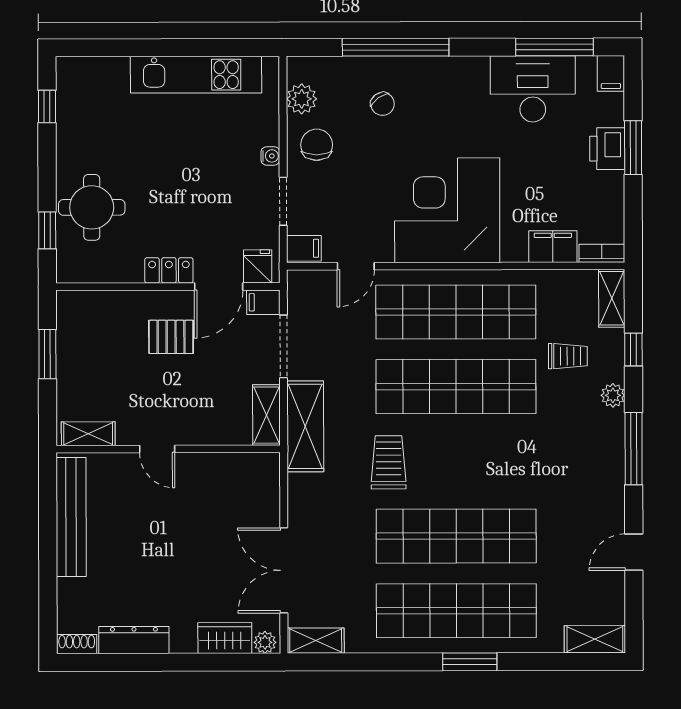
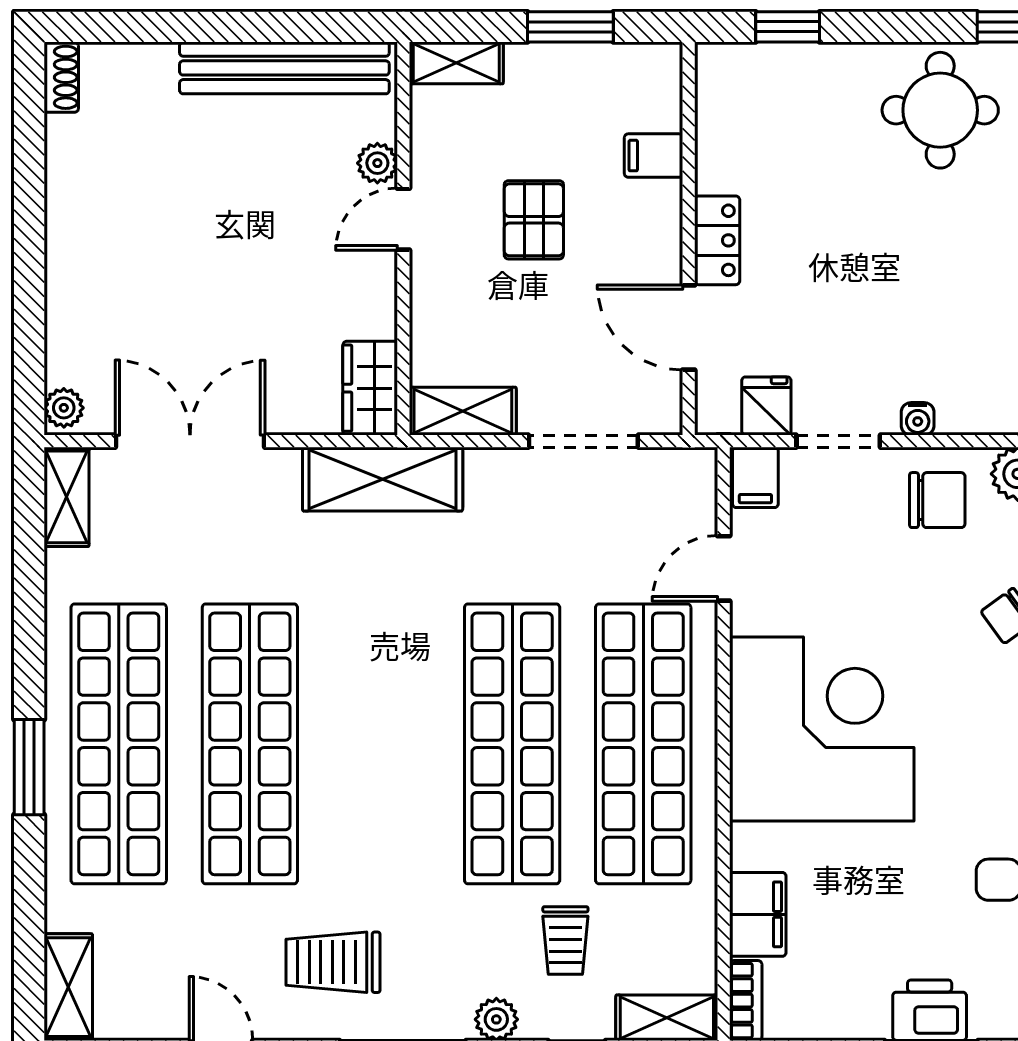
round table: (92, 207) -> (940, 110), moved
fridge: (258, 266) -> (766, 406), moved, turned -90
door: (356, 266) -> (724, 568), hinge flipped
filing cabinet: (263, 302) -> (654, 156), moved, turned -90
pallet: (171, 337) -> (534, 220), moved
shelving: (305, 426) -> (383, 479), moved
shelving: (88, 434) -> (456, 63), moved, turned 90
trolley: (389, 462) -> (333, 962), moved, turned 180
plant: (125, 464) -> (377, 163), added
wardrobe: (225, 638) -> (370, 388), moved, turned 180
dresser: (134, 640) -> (68, 178), removed

